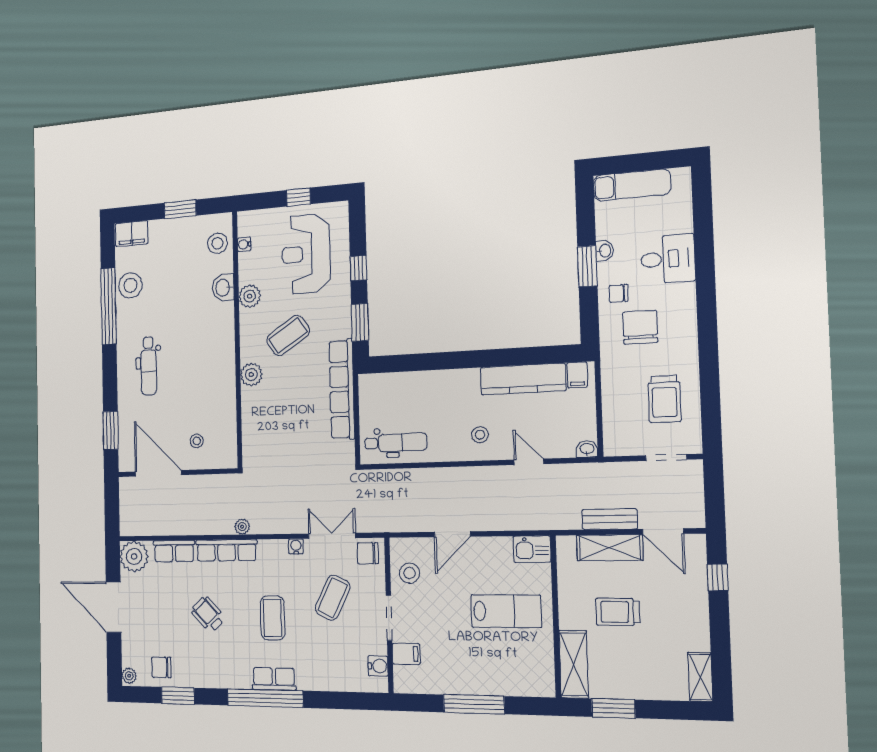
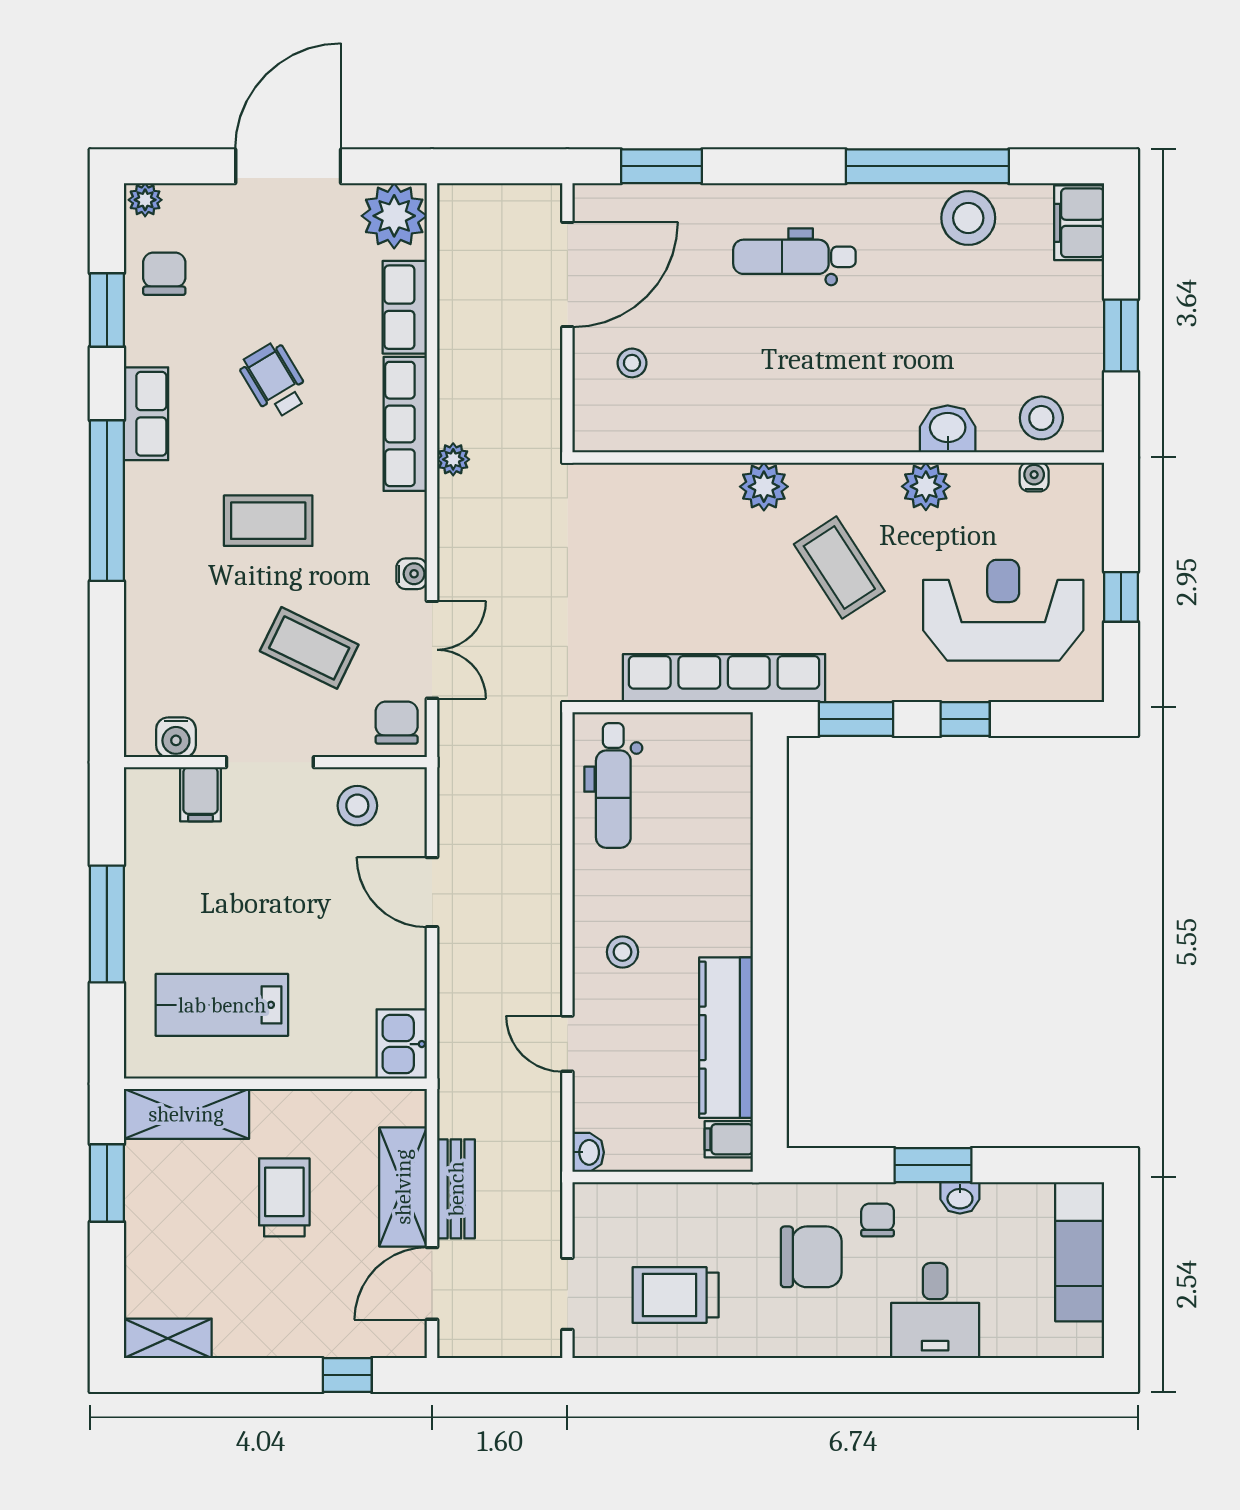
door: (529, 462) -> (567, 1044), swing flipped
lab bench: (506, 611) -> (222, 1005), moved, turned 90
wheelchair: (208, 614) -> (274, 380), turned -78
row of seats: (274, 679) -> (146, 414), moved

